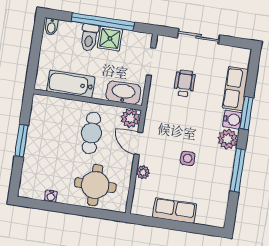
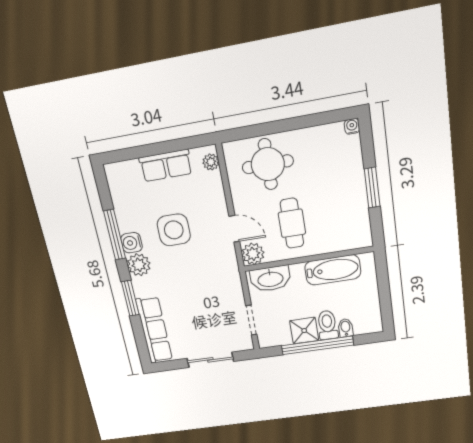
bidet: (51, 27) -> (346, 328), moved
wheelchair: (185, 83) -> (207, 309), removed
row of seats: (235, 89) -> (154, 330), width x1.48
water cooler: (232, 120) -> (132, 243), moved
side table: (188, 158) -> (174, 230), width x1.87, depth x1.87
plant: (143, 172) -> (211, 162), moved
water cooler: (51, 196) -> (352, 126), moved

